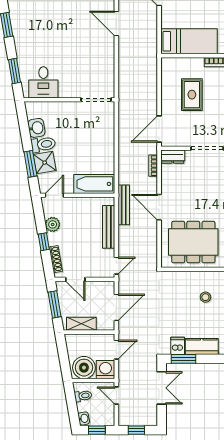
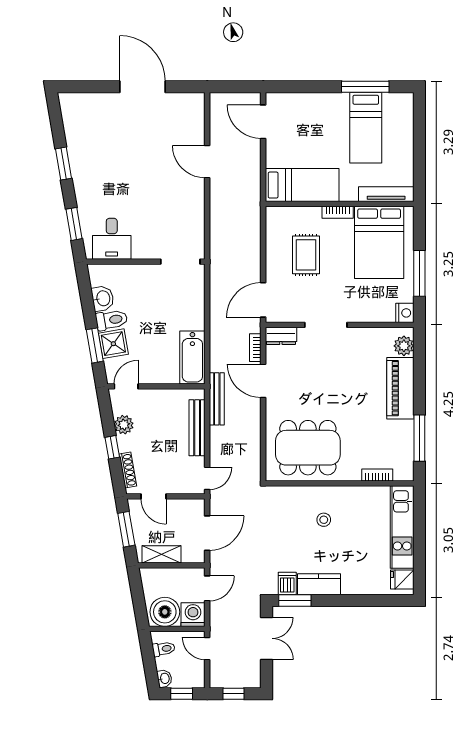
bathtub: (94, 184) -> (192, 358), moved, turned -90
door: (159, 207) -> (263, 381), moved

